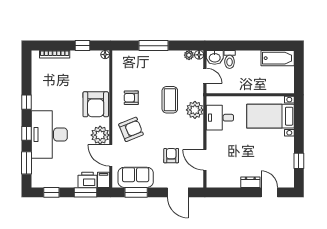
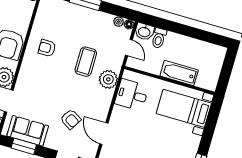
bathtub: (278, 58) -> (179, 73), moved, turned 180
armchair: (131, 129) -> (37, 80), removed
armchair: (171, 156) -> (71, 119), turned 121

